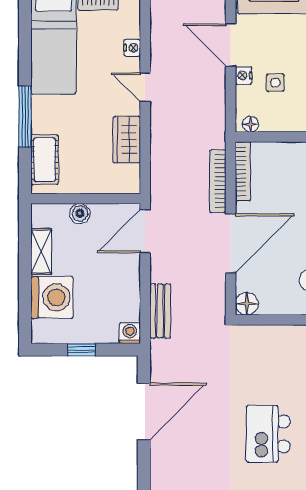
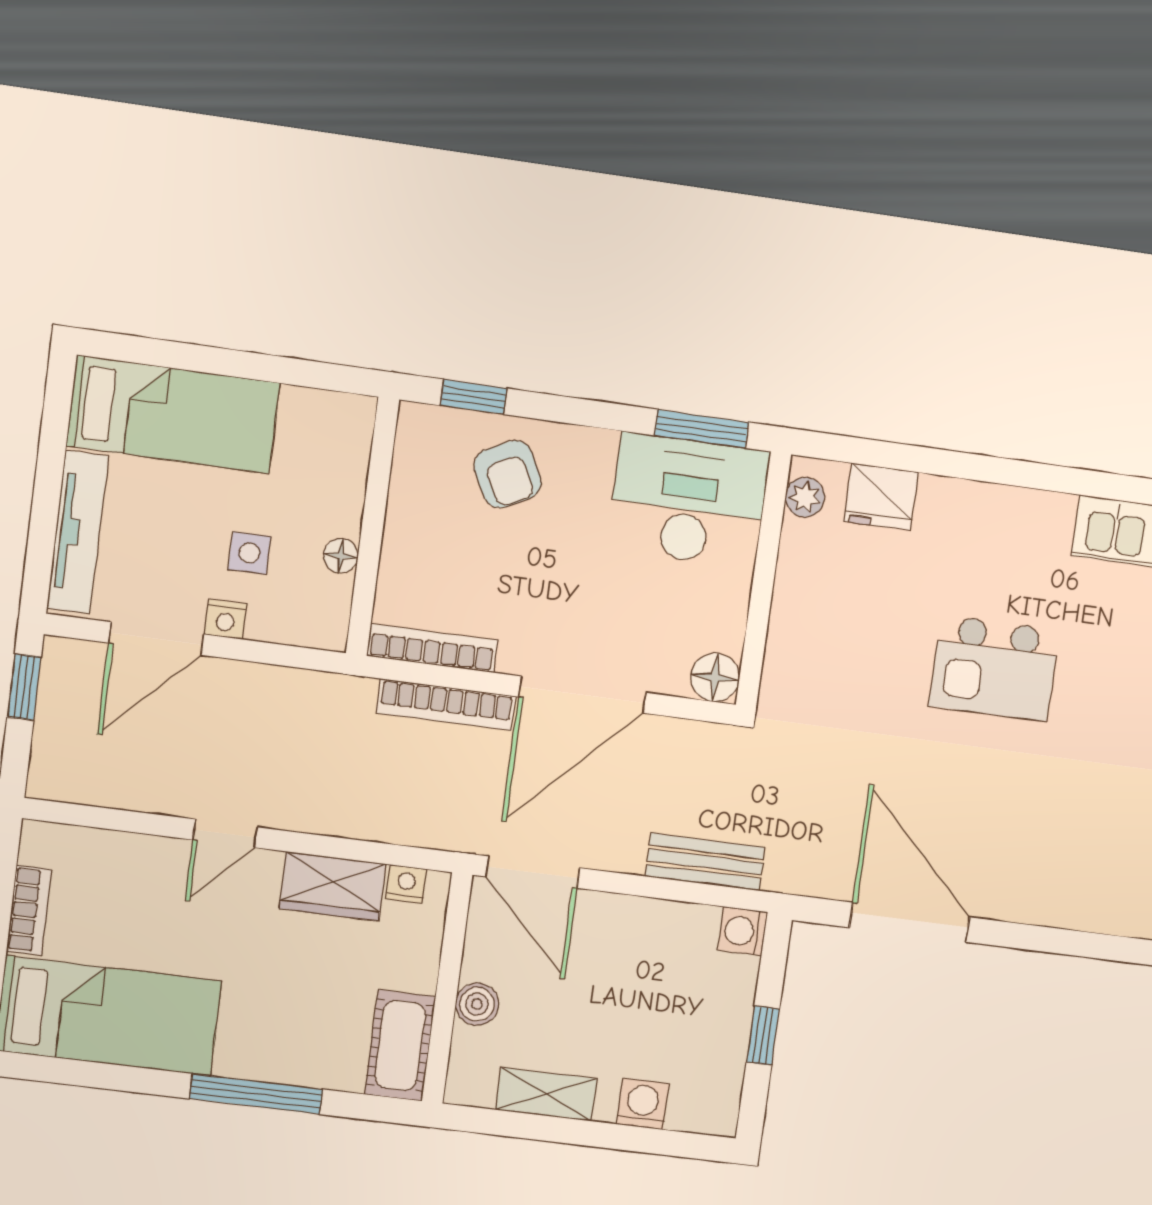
nightstand: (132, 48) -> (406, 884), moved
floor lamp: (250, 124) -> (341, 556), moved
cot: (45, 160) -> (400, 1045), moved, turned 90
door: (231, 243) -> (582, 695), swing flipped
washing machine: (52, 297) -> (643, 1104), width x0.53, depth x0.53

